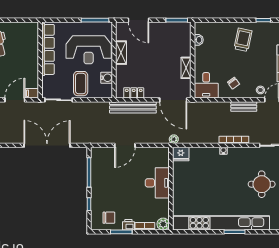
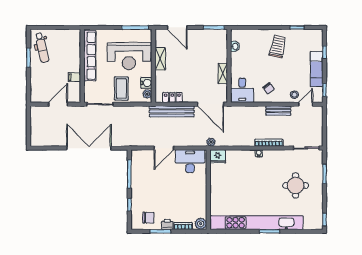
plant: (108, 89) -> (147, 94), added
filing cabinet: (32, 93) -> (74, 77), moved
desk: (157, 183) -> (190, 161), moved, turned -90

